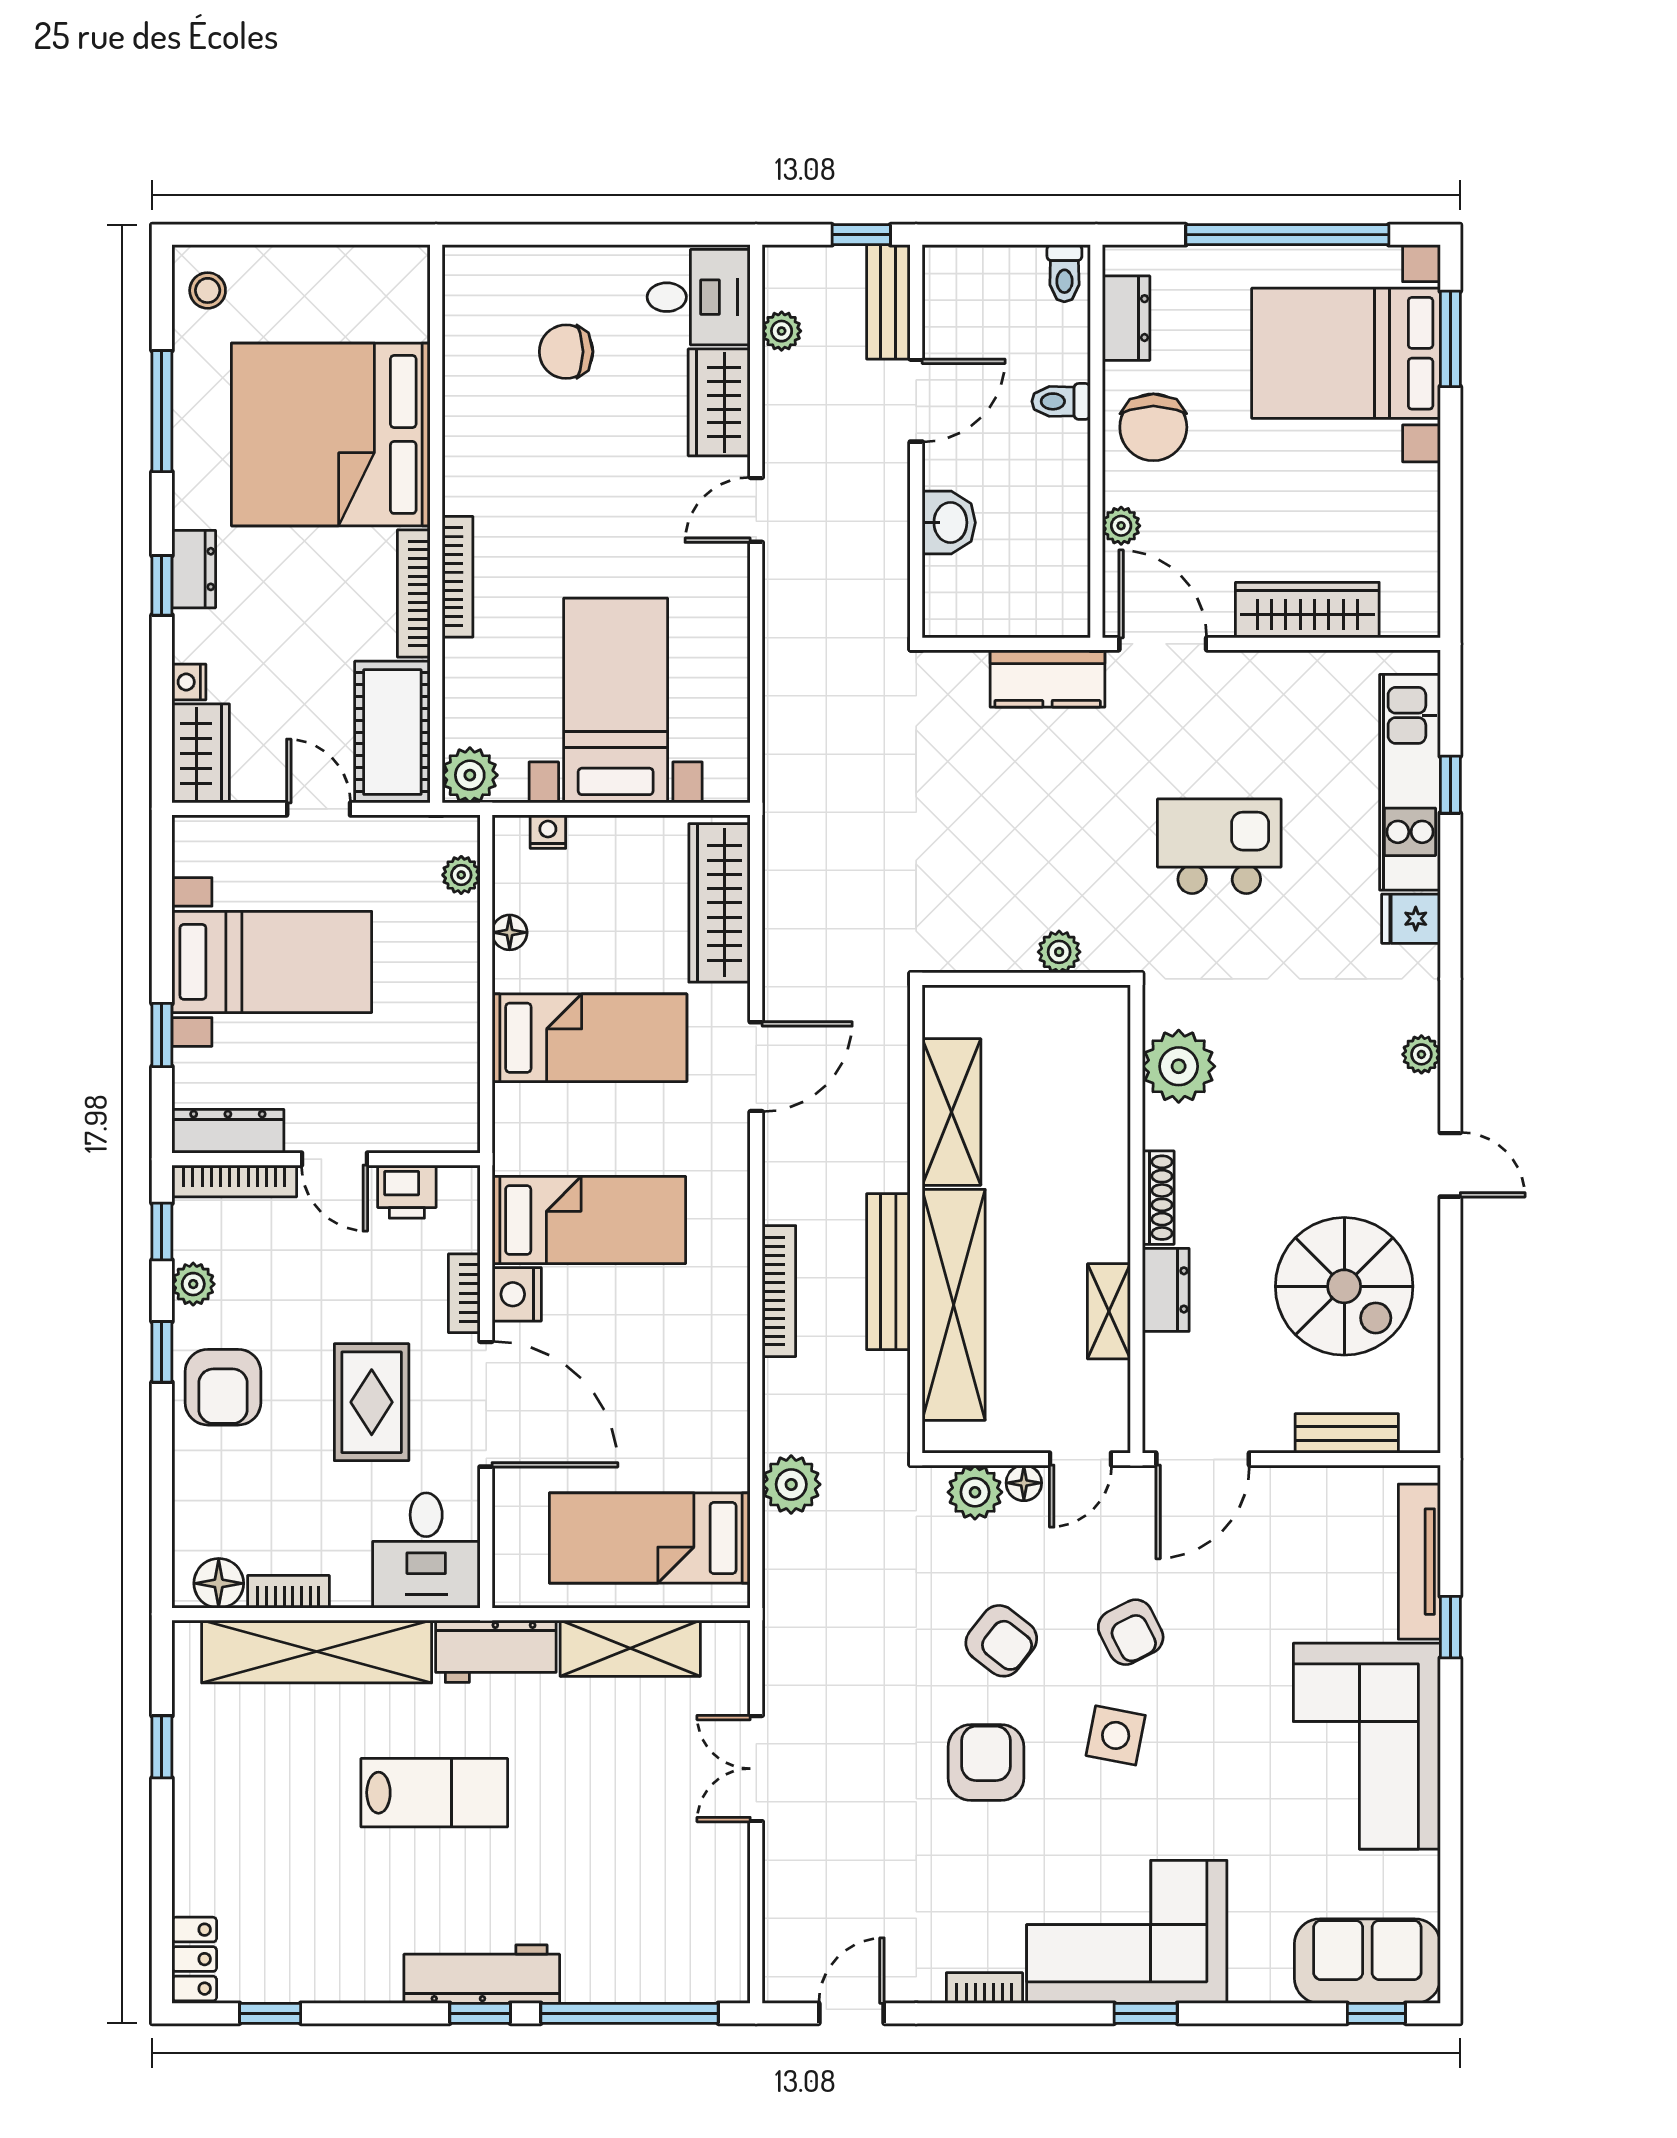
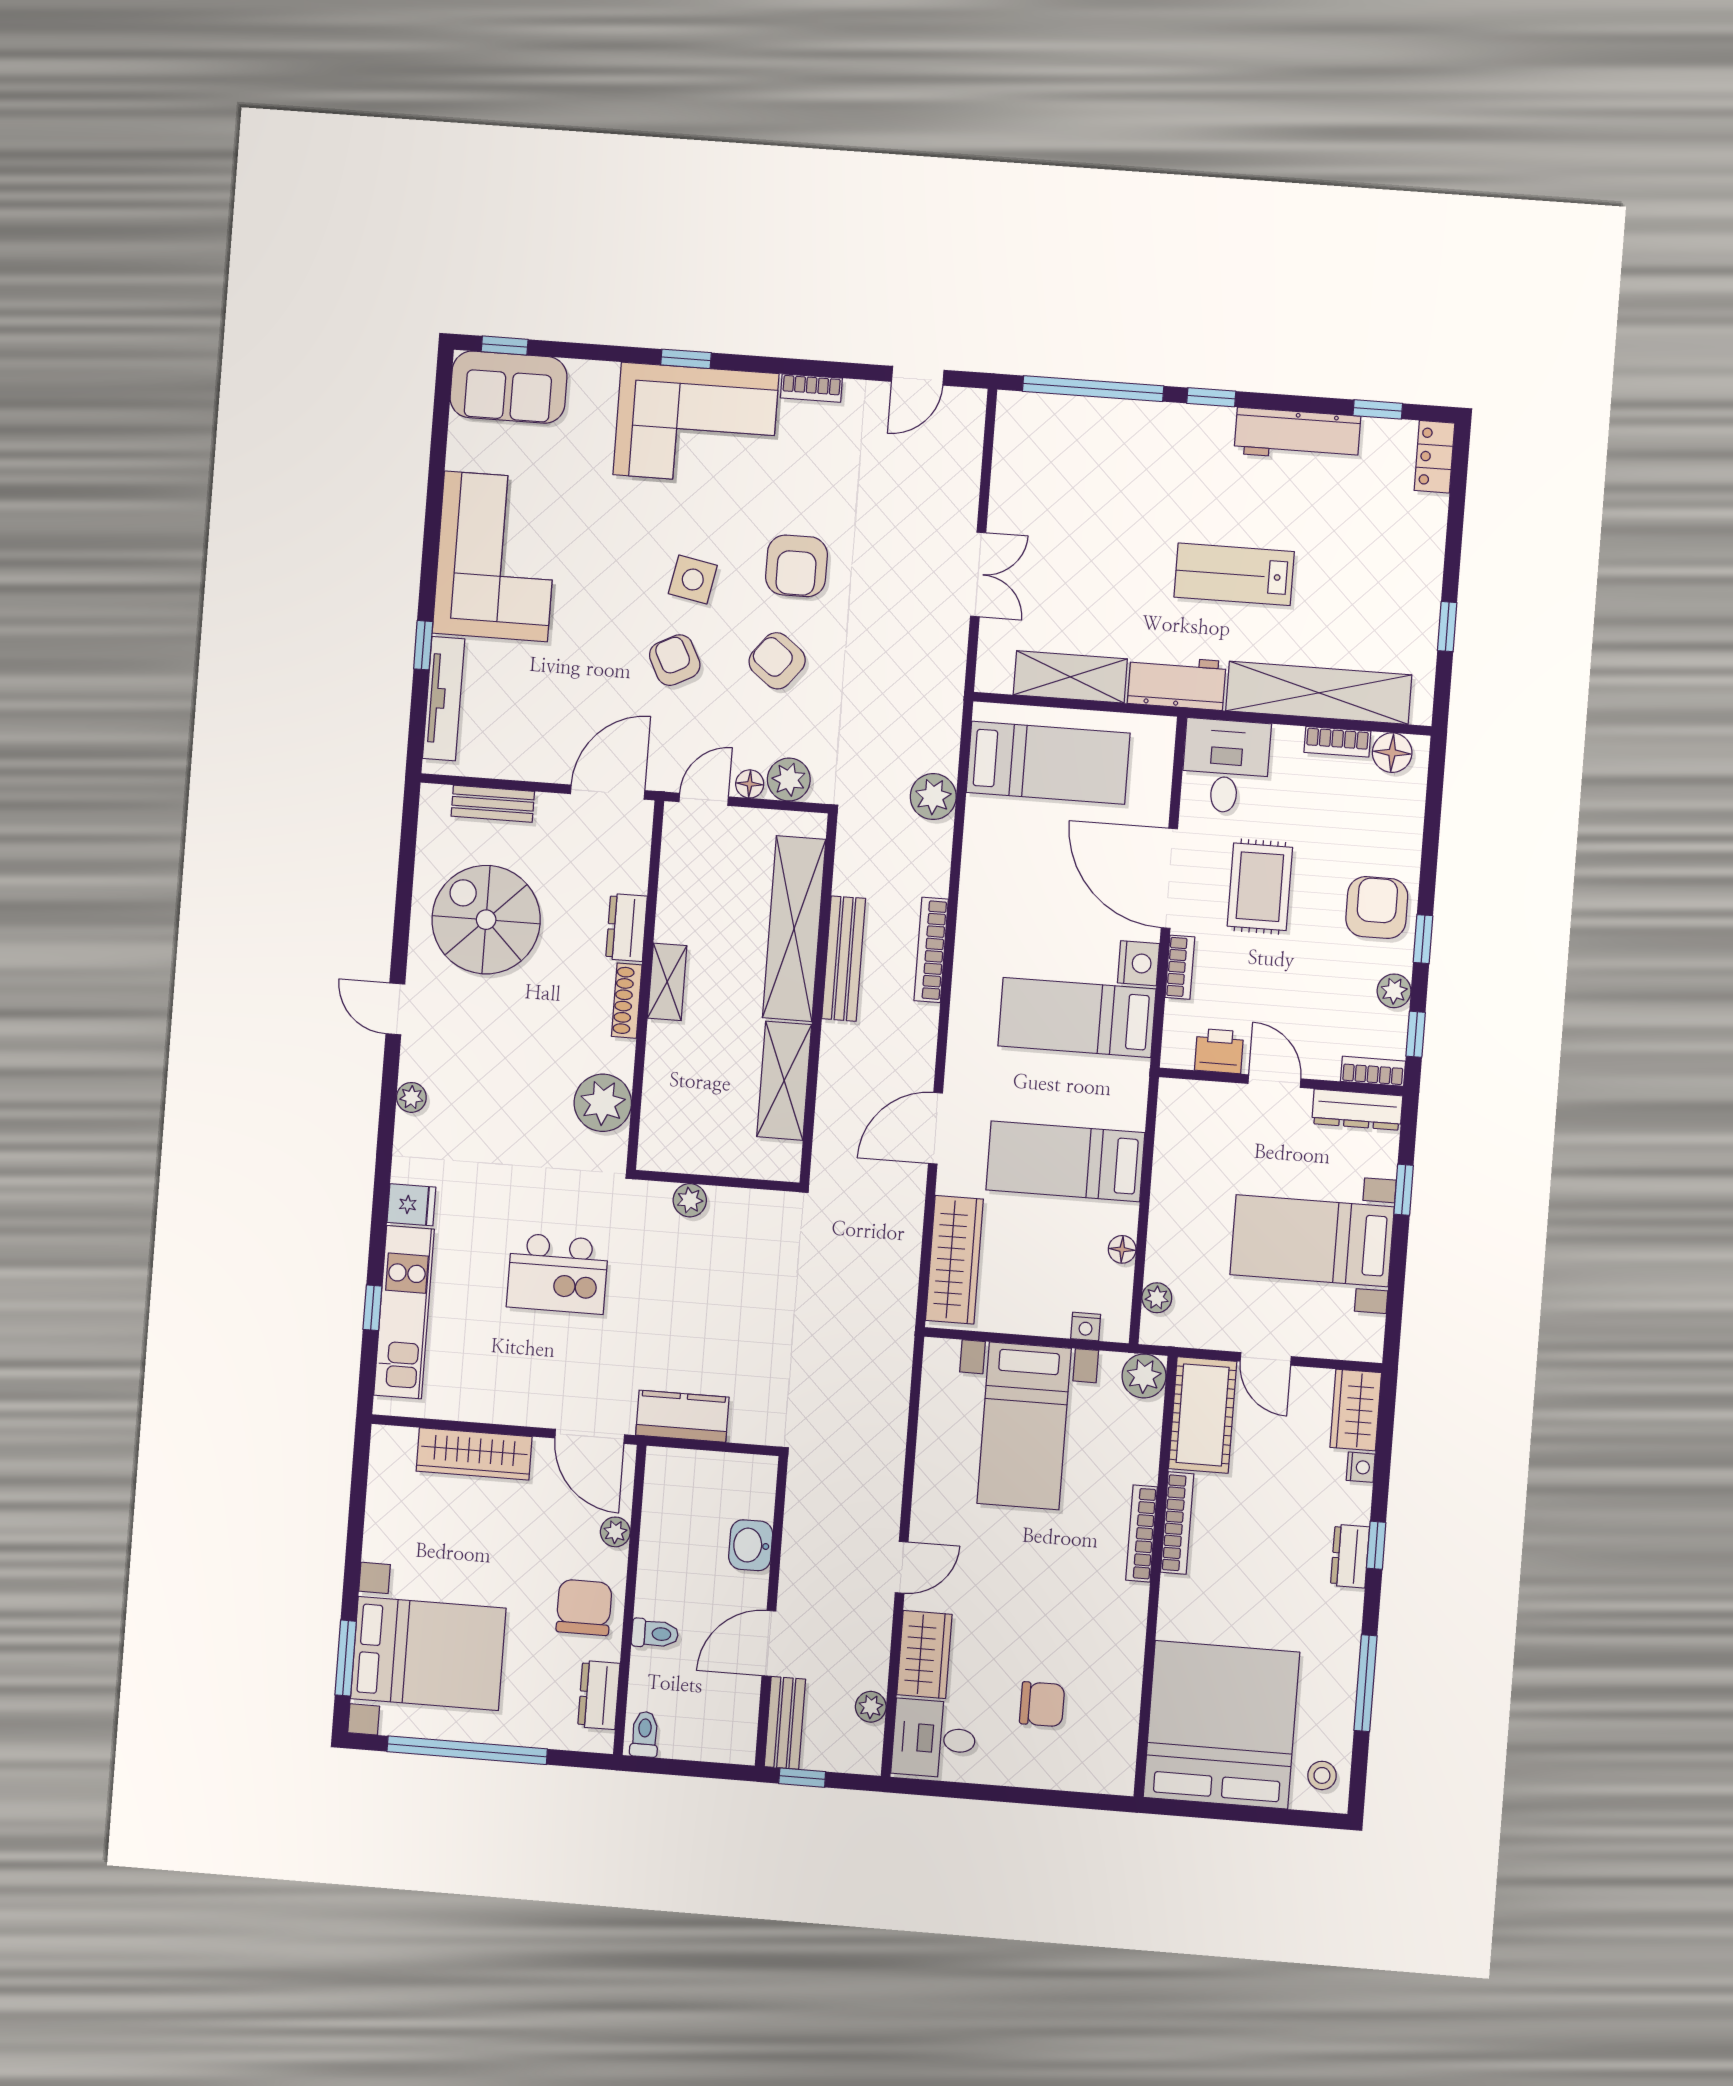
bed: (331, 434) -> (1221, 1725), moved, turned -90
bookcase: (234, 1181) -> (1373, 1071), width x0.64
shelving: (1109, 1311) -> (667, 982), moved
workbench: (482, 1974) -> (1297, 435), moved

